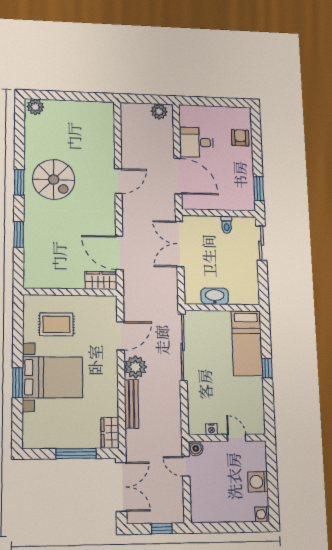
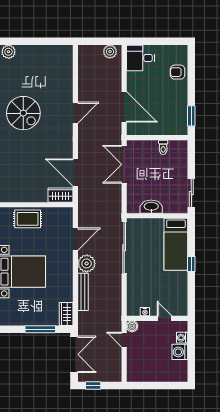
armchair: (240, 138) -> (178, 72), turned -90
desk: (196, 142) -> (141, 58), moved
sliding door: (261, 243) -> (191, 193), moved
rug: (56, 324) -> (28, 219), moved
washing machine: (262, 514) -> (182, 338), moved
window: (162, 529) -> (93, 385), moved

